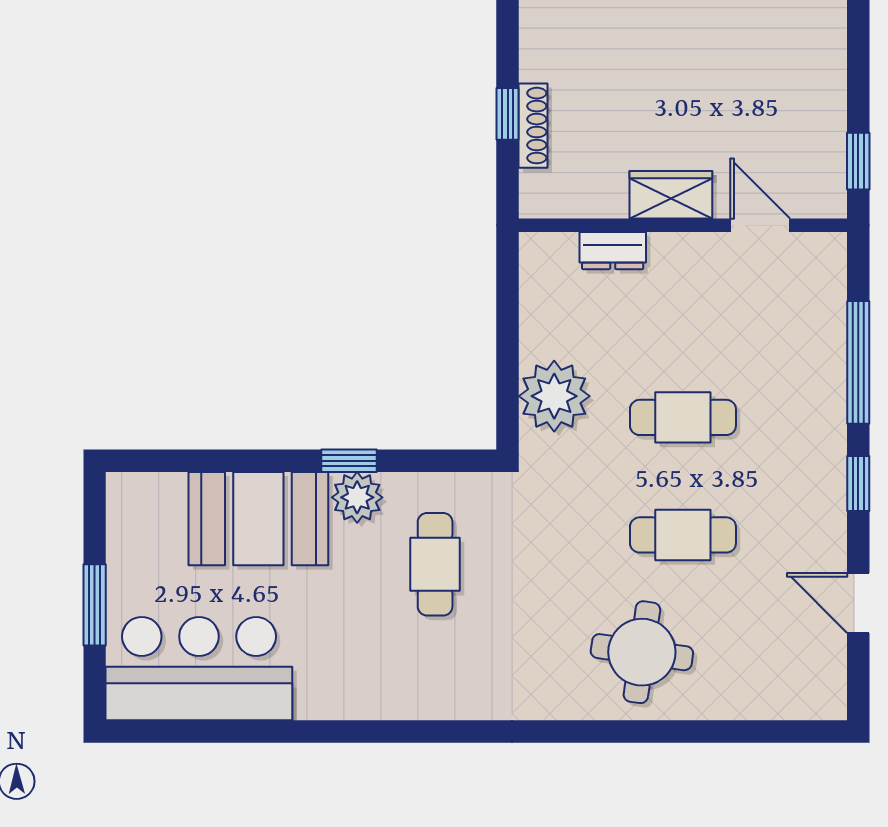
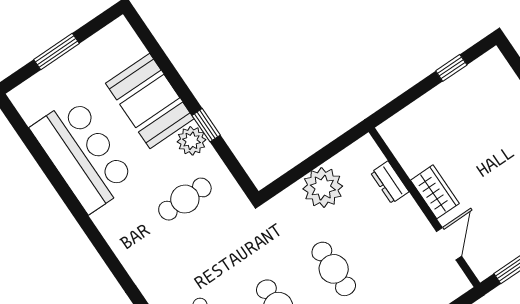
window: (508, 114) -> (451, 68), moved
shoe rack: (533, 126) -> (423, 105), removed
plant: (554, 396) -> (323, 188), moved
bar counter: (199, 669) -> (83, 155), moved

